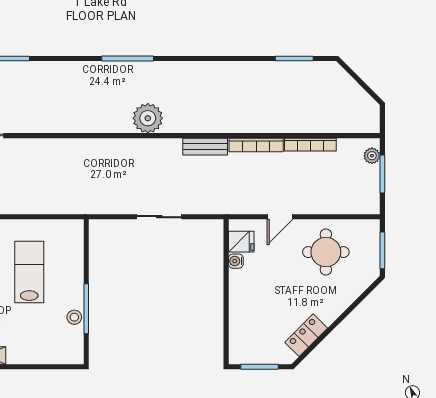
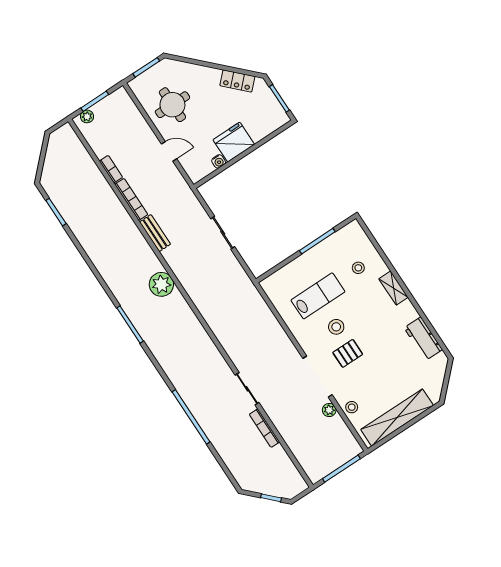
bookcase: (310, 145) -> (111, 169), width x0.64
fridge: (241, 242) -> (234, 142), moved, width x1.88, depth x1.34
lab bench: (29, 272) -> (318, 296), turned 180
stool: (74, 317) -> (358, 268), moved

